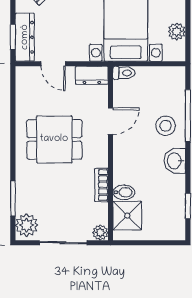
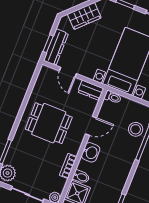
stool: (166, 126) -> (136, 129), moved
washbasin: (175, 161) -> (91, 152), moved, turned 180

